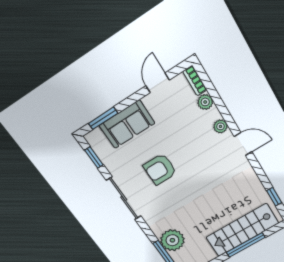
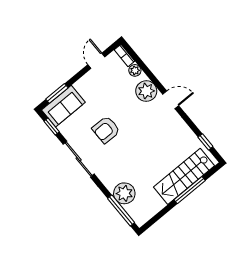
sofa: (127, 124) -> (63, 106), moved
plant: (220, 126) -> (146, 91), width x1.88, depth x1.88

